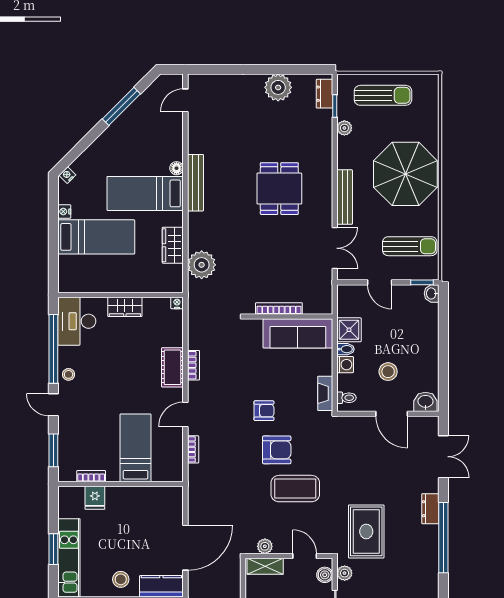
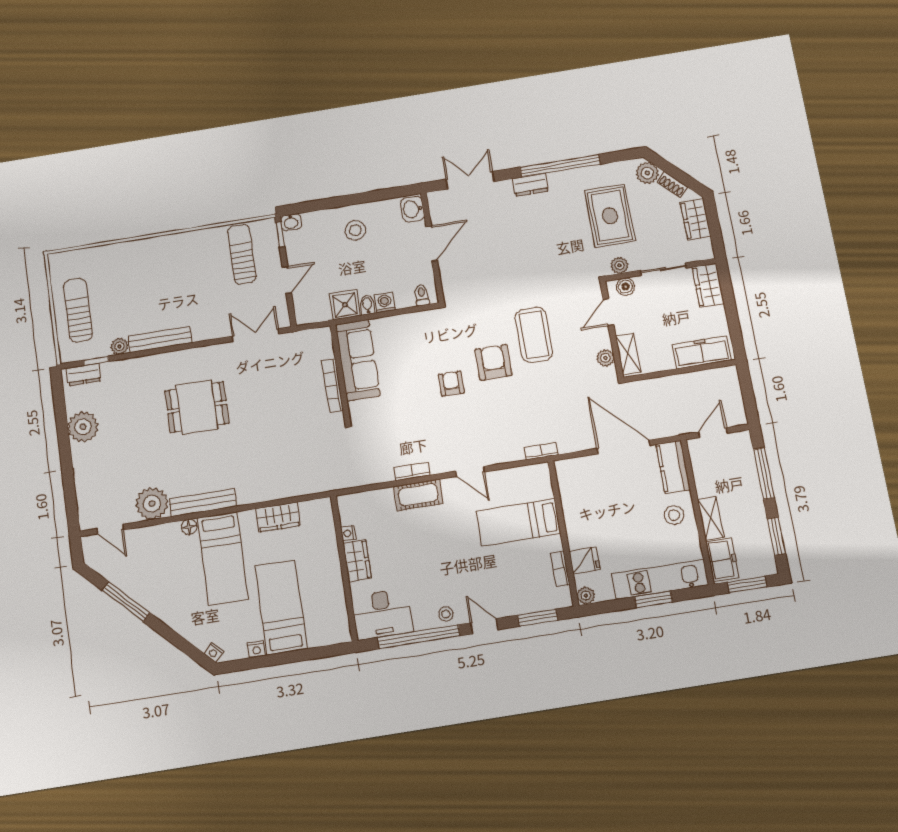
parasol: (405, 174) -> (162, 272), removed
bench: (345, 197) -> (160, 340), moved
plant: (202, 265) -> (152, 504), moved
nightstand: (177, 303) -> (348, 533), moved
stool: (388, 372) -> (355, 230), moved
fireplace: (325, 393) -> (421, 319), removed
door: (53, 405) -> (484, 626), swing flipped
bookcase: (193, 449) -> (541, 451), moved
plant: (65, 494) -> (586, 596), added
rug: (366, 531) -> (610, 216), moved, turned 90

